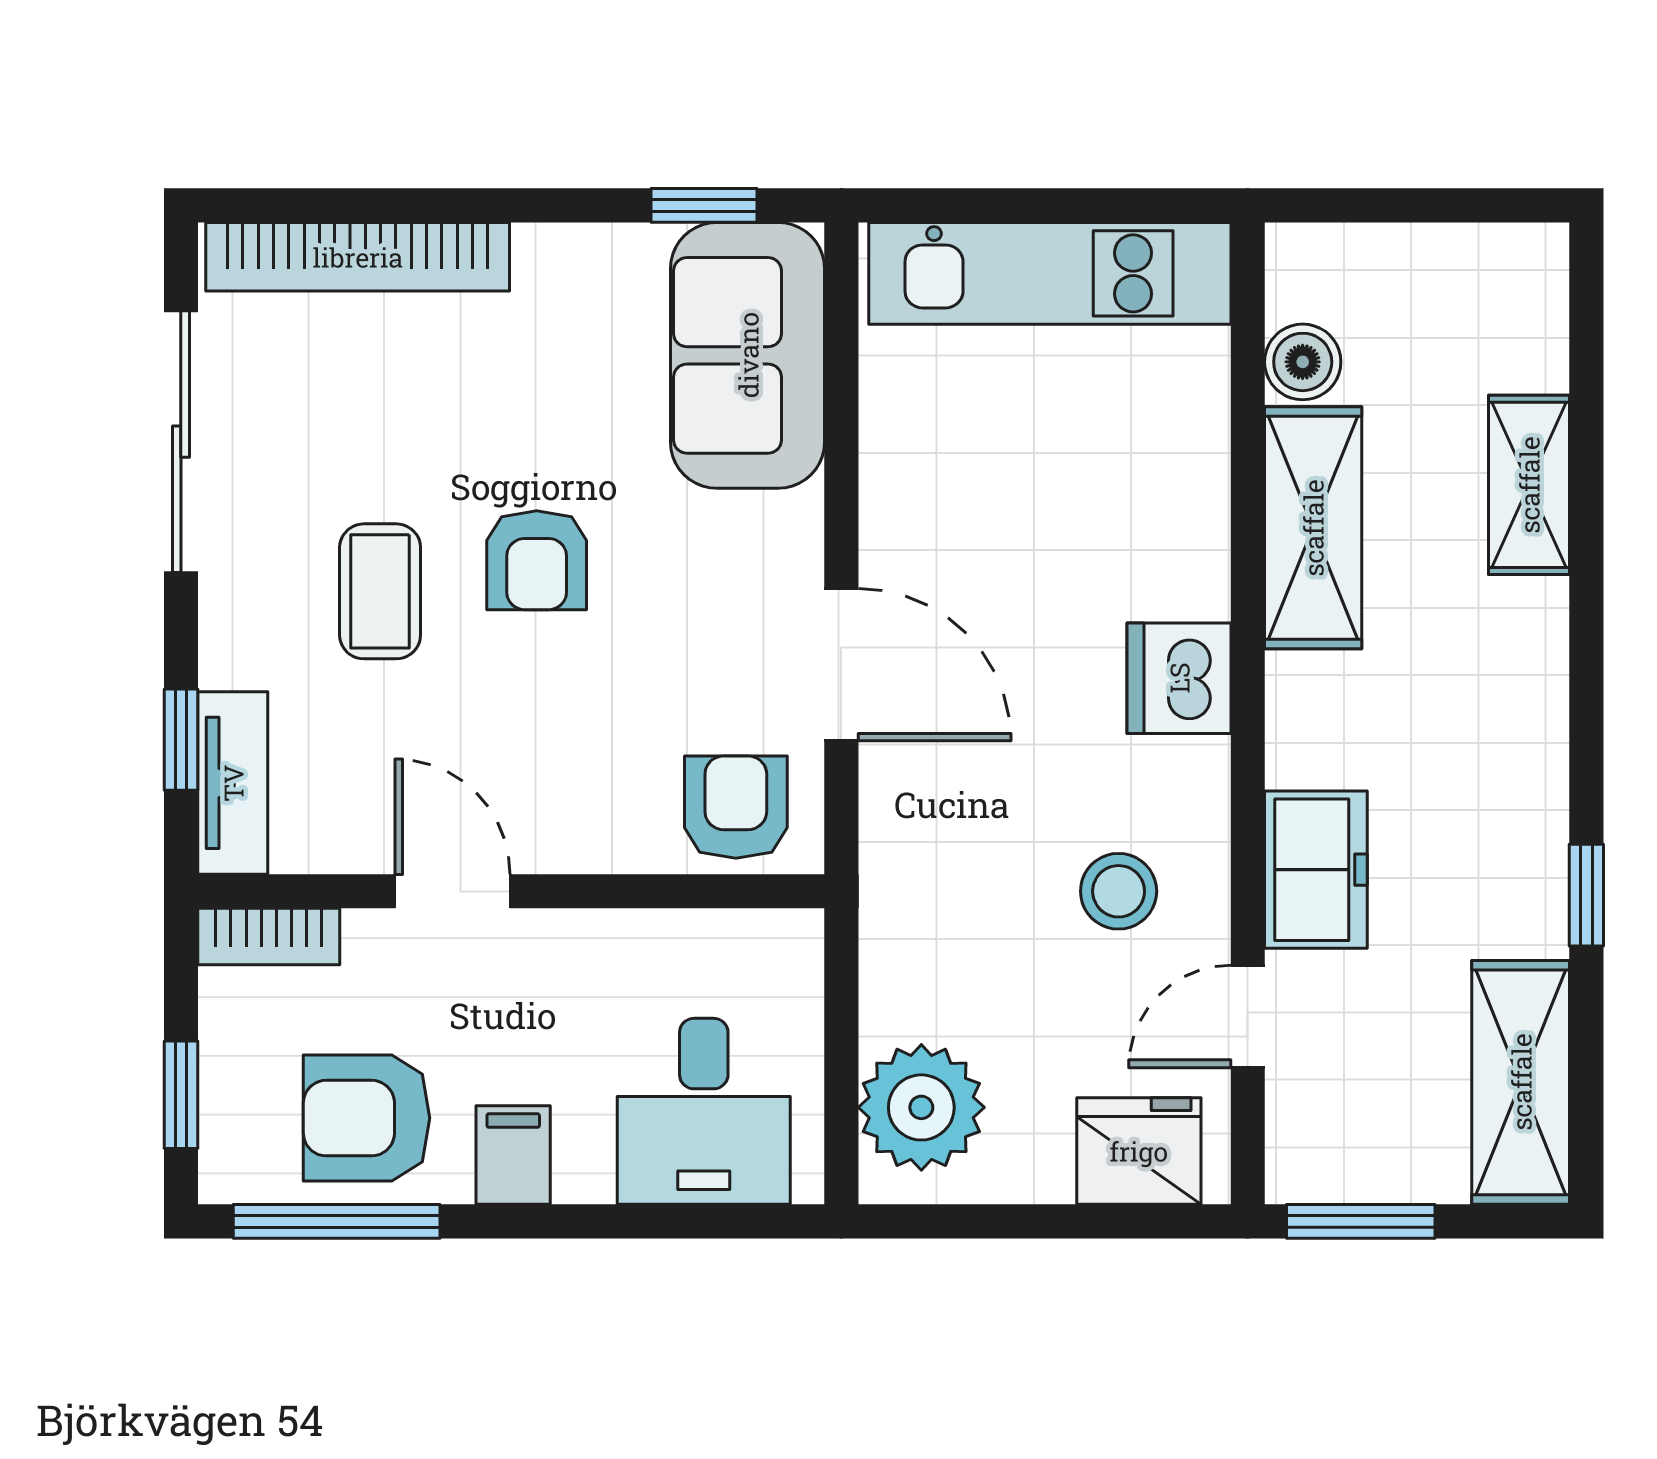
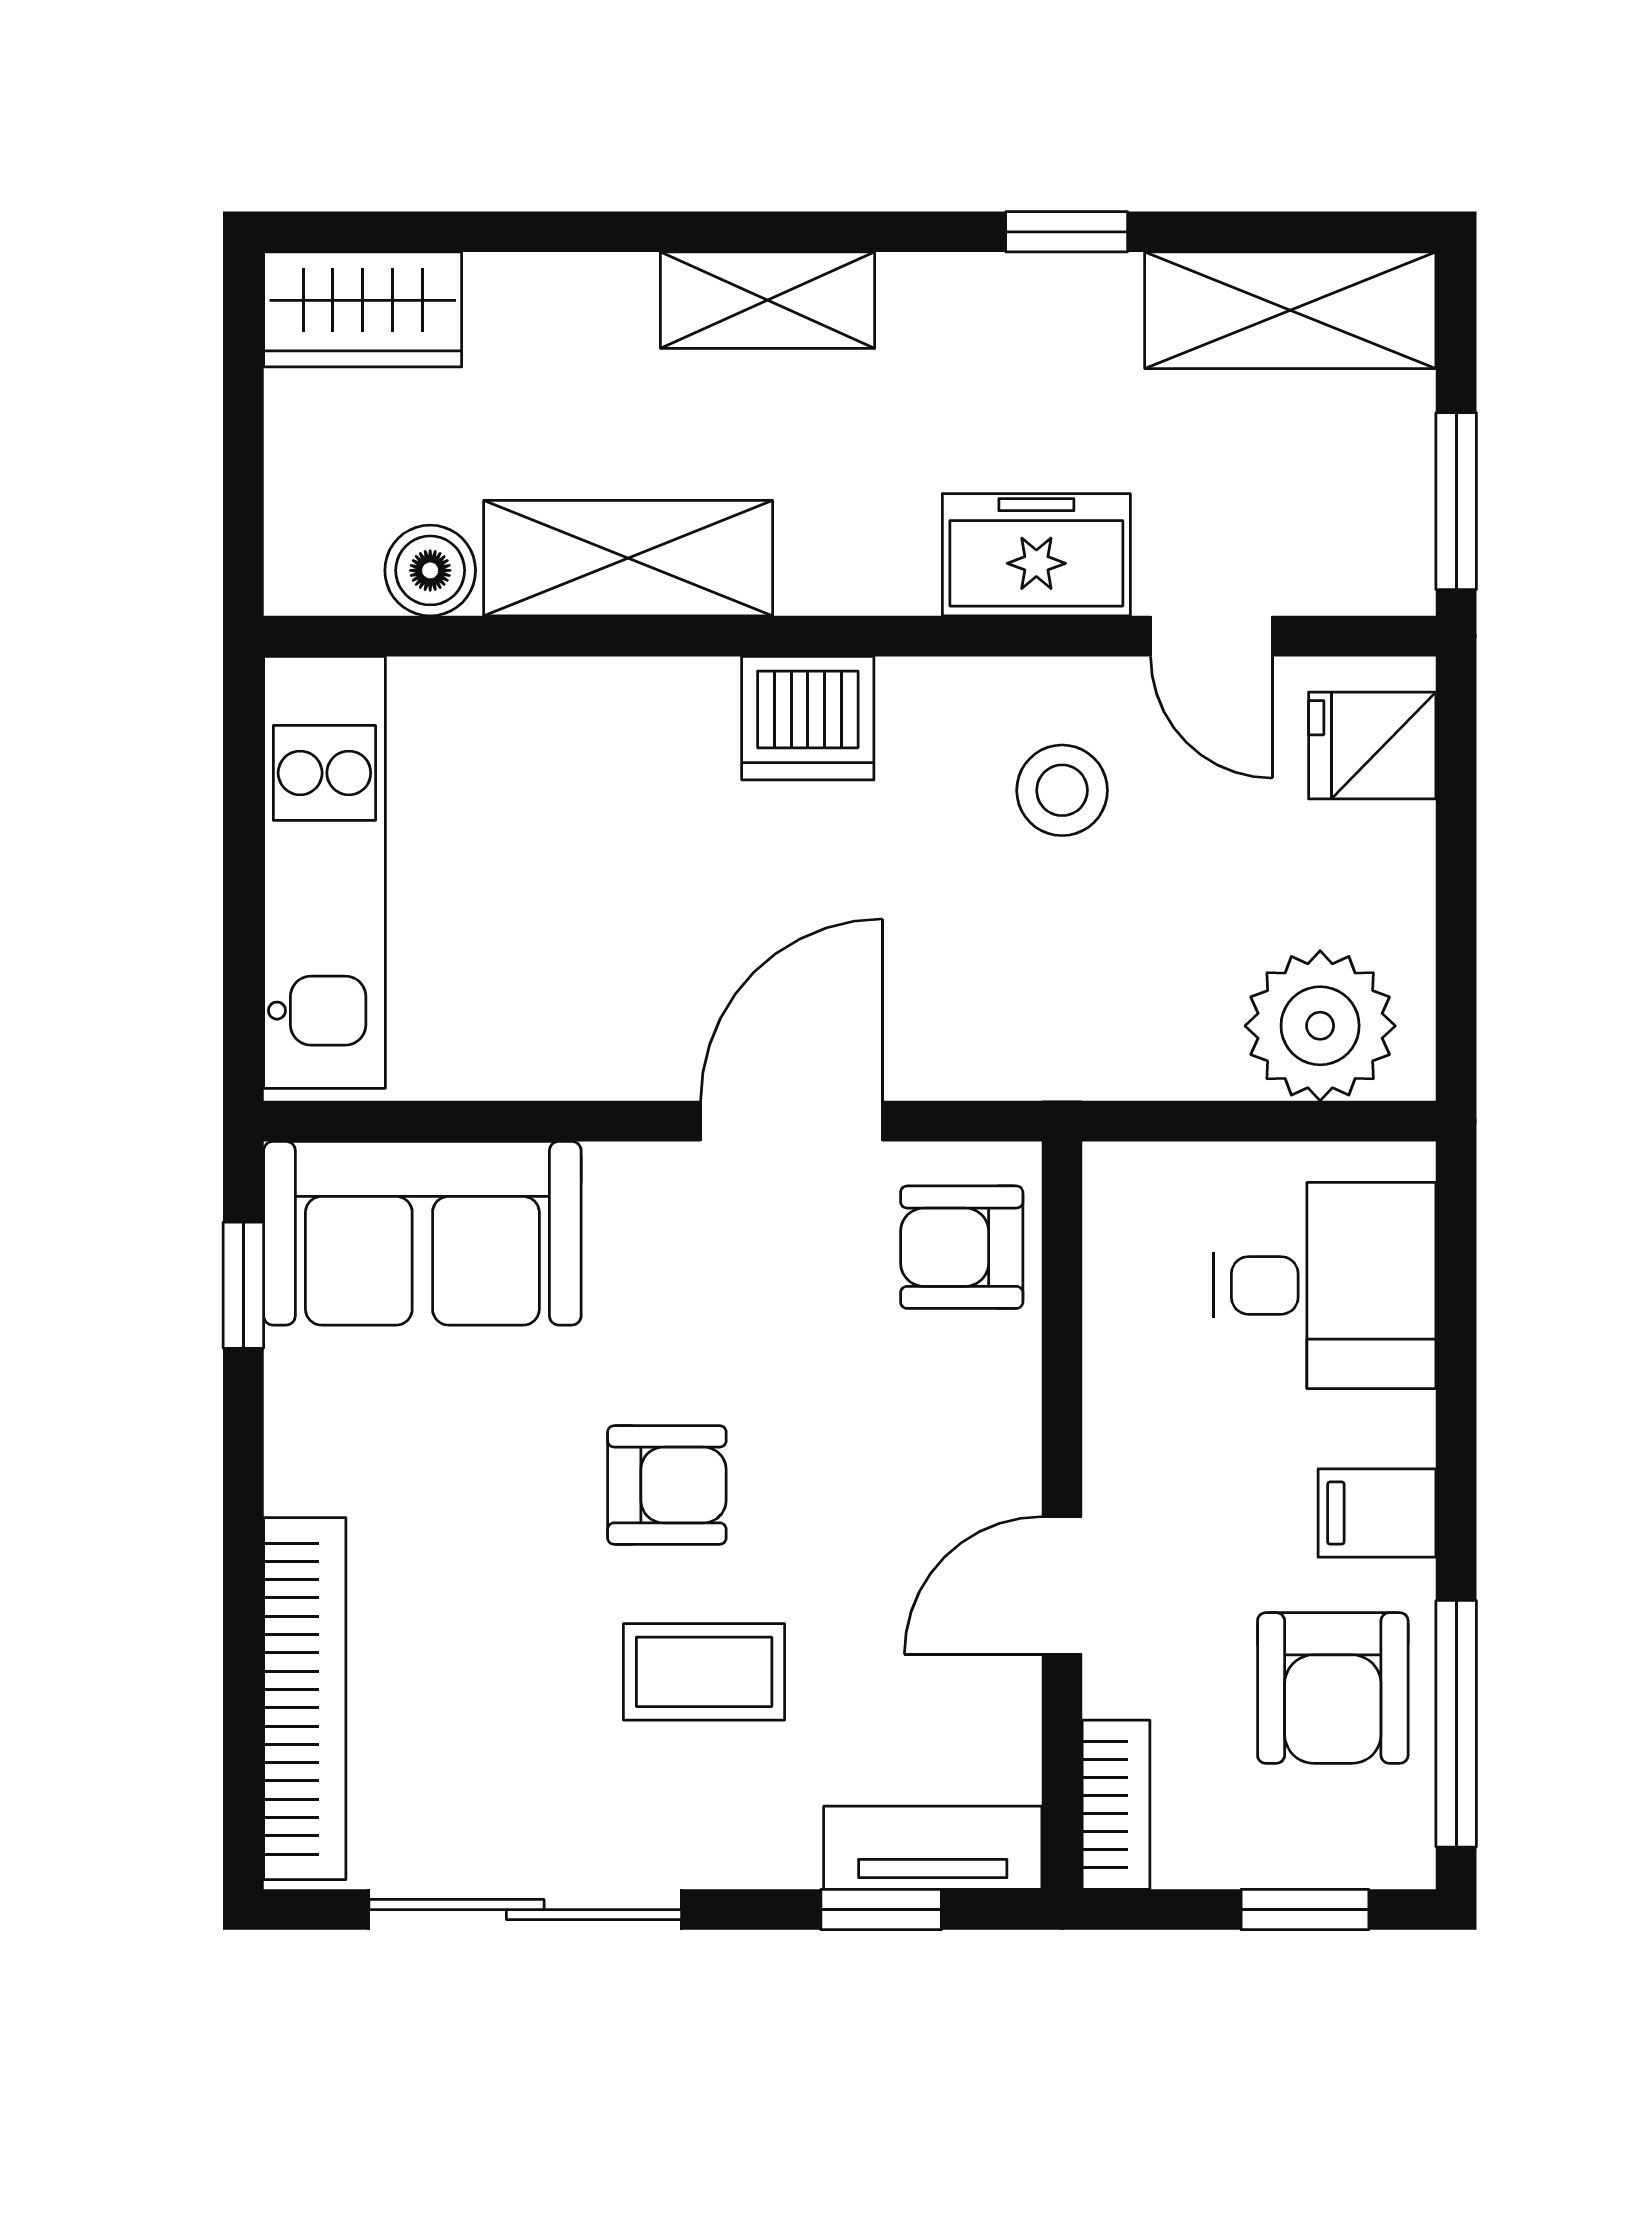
wardrobe: (1521, 305) -> (363, 309), added
shelving: (1529, 485) -> (768, 300), moved
fridge: (1139, 1151) -> (1372, 745), width x0.72

